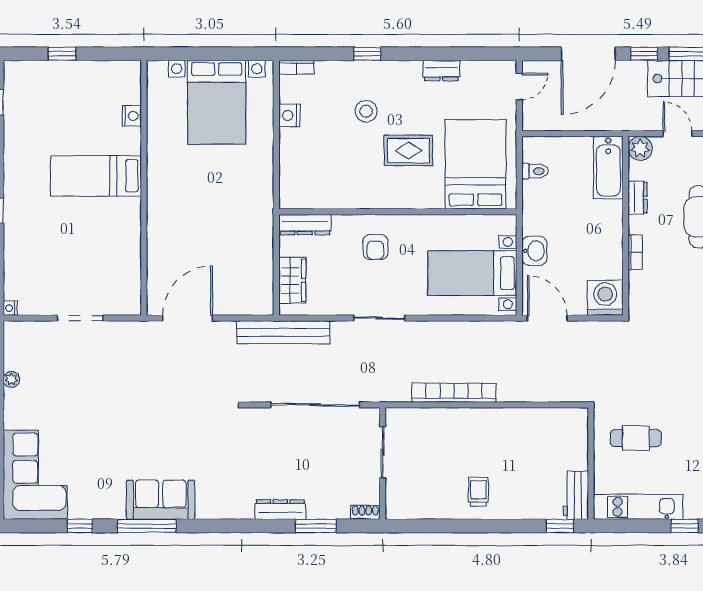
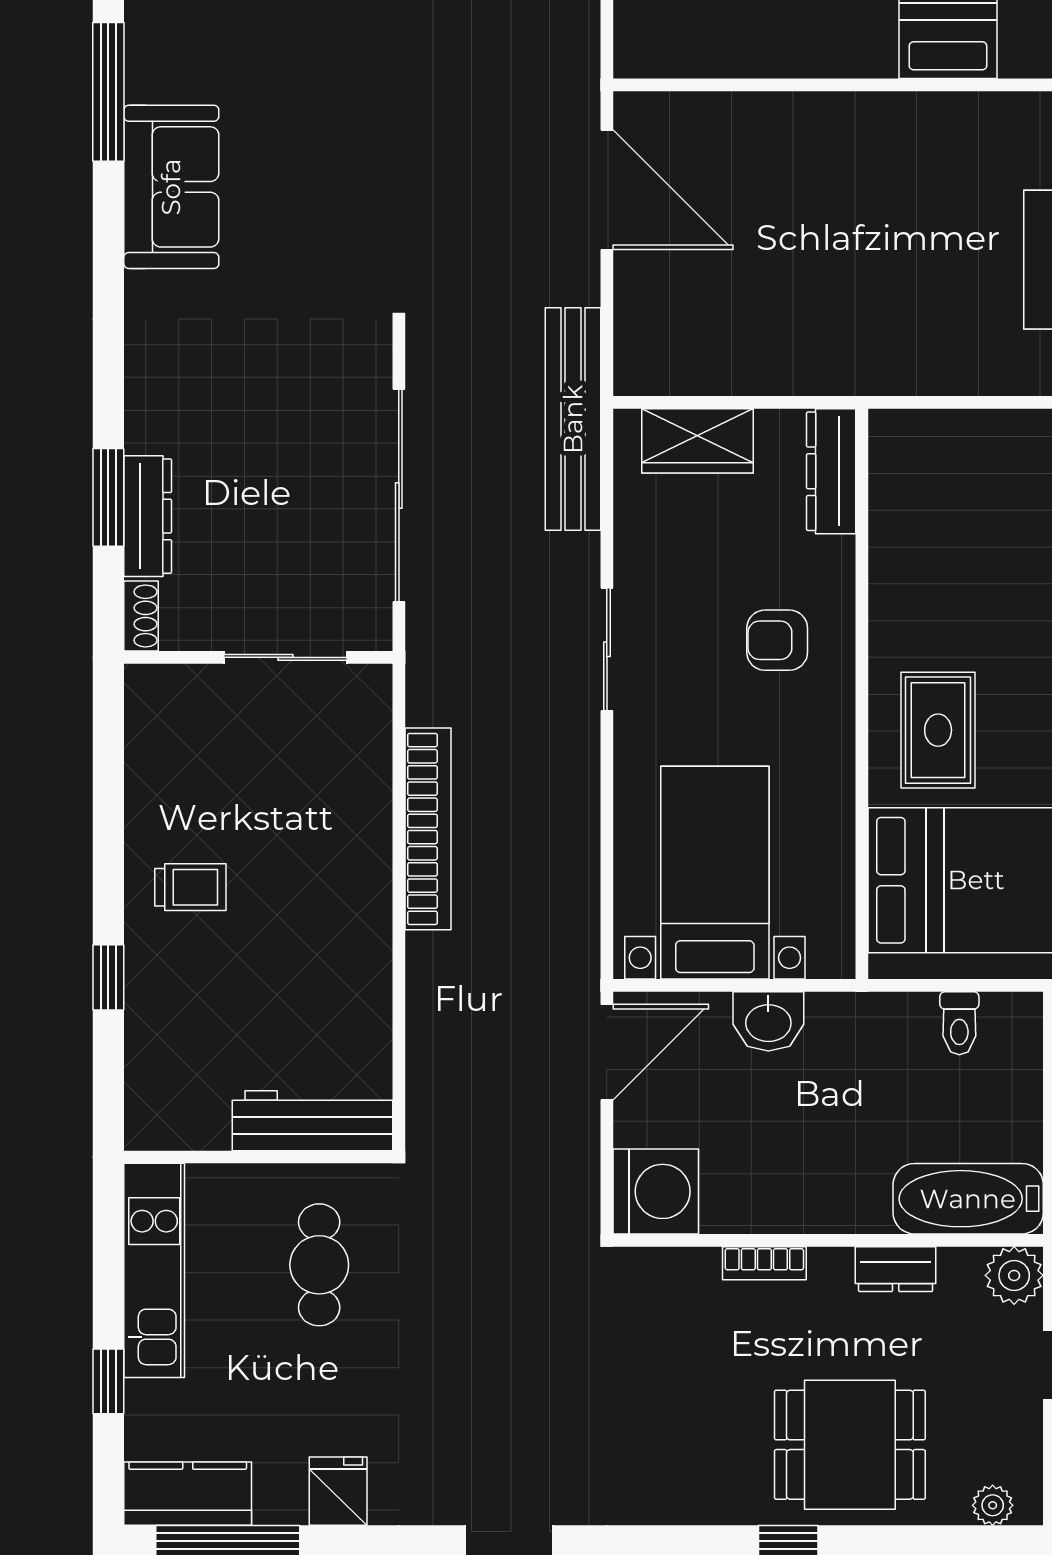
rug: (408, 150) -> (938, 730), moved
workbench: (576, 495) -> (312, 1121), moved, width x1.38
sofa: (161, 500) -> (171, 187), moved
dresser: (280, 510) -> (148, 516), moved
window: (560, 526) -> (108, 977), moved

